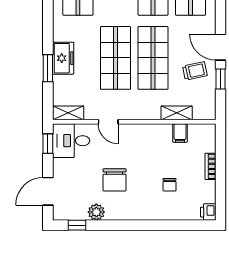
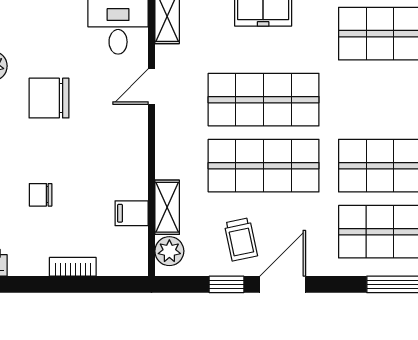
plant: (202, 112) -> (169, 251), added

